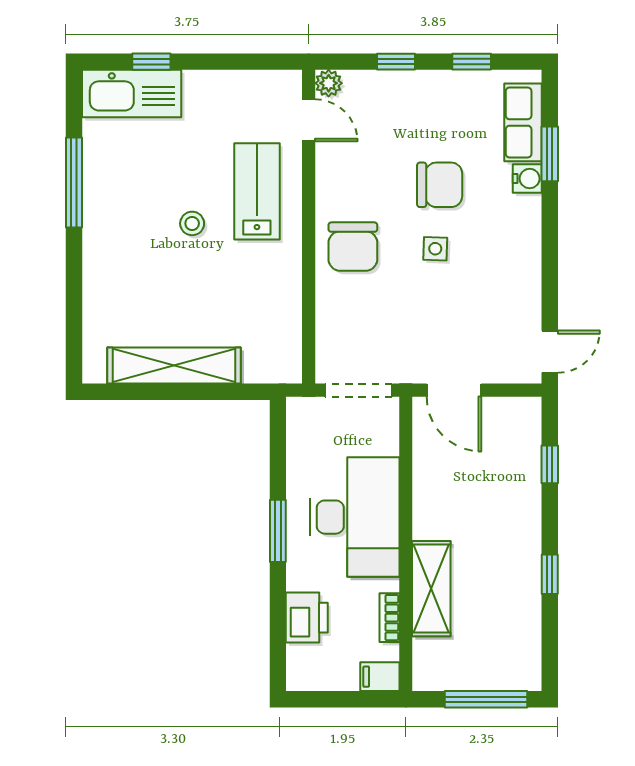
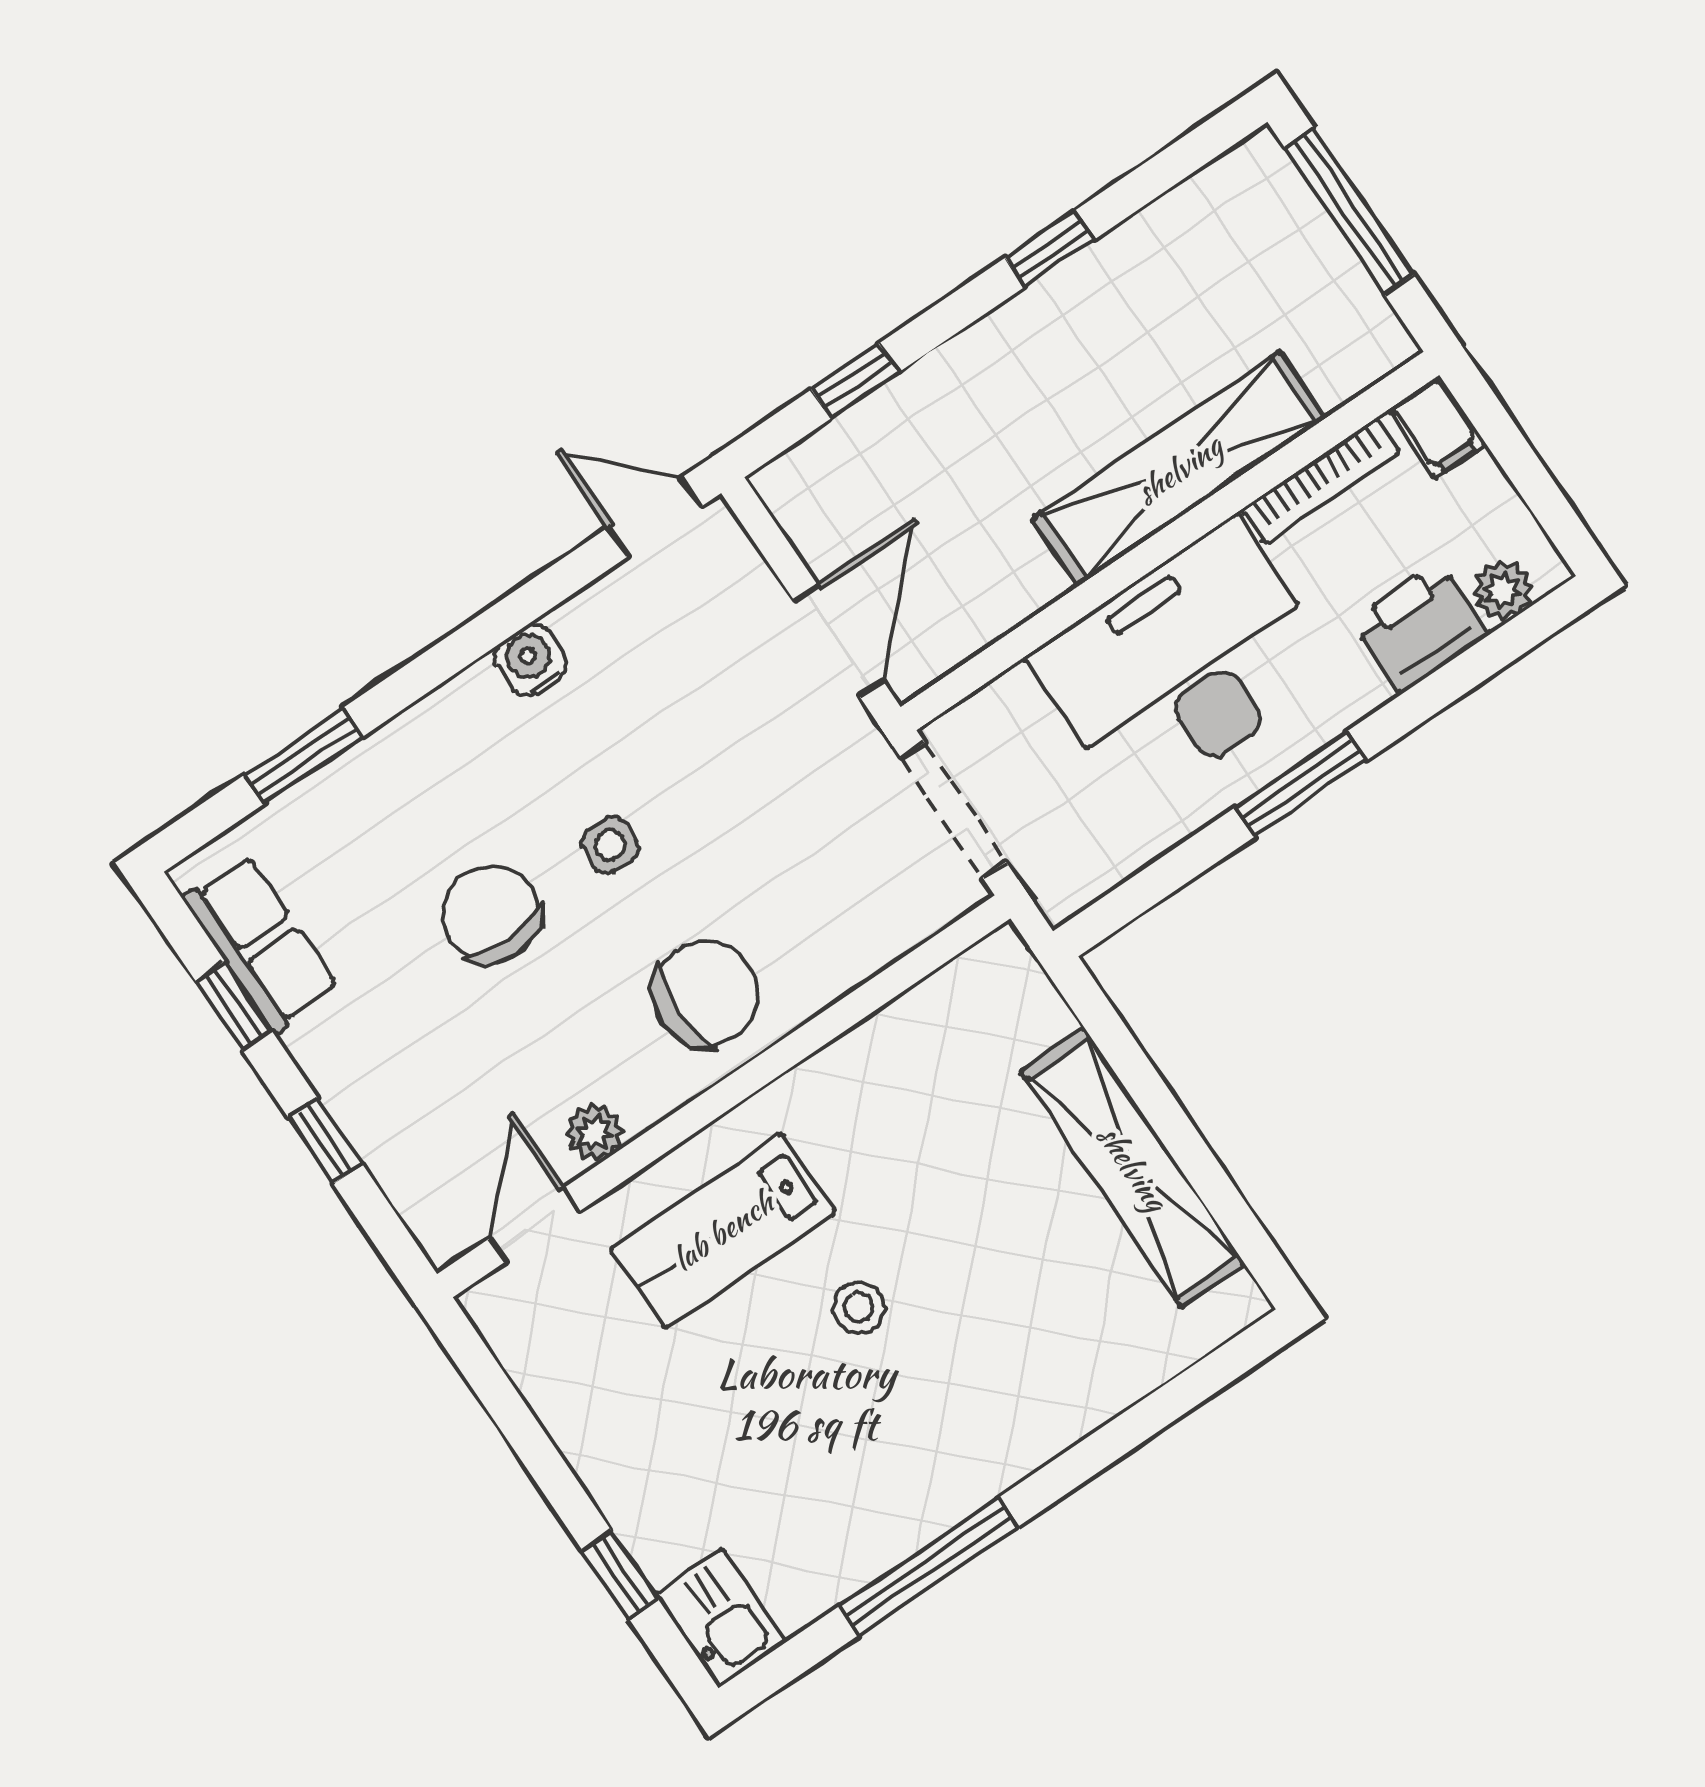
plant: (329, 83) -> (595, 1132), moved
kitchen sink: (132, 94) -> (721, 1618), width x0.53, depth x0.81
row of seats: (523, 122) -> (261, 944), moved, turned -90
water cooler: (527, 179) -> (531, 660), moved
shelving: (431, 589) -> (1179, 469), width x1.47
bookcase: (389, 618) -> (1320, 481), width x1.56
plant: (300, 659) -> (1502, 590), added

